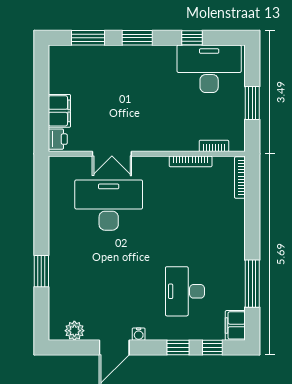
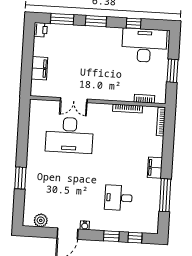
printer: (58, 139) -> (40, 30), moved
desk: (109, 205) -> (69, 135), turned 180
desk: (185, 291) -> (118, 198), width x0.73
filing cabinet: (235, 325) -> (155, 168), moved

